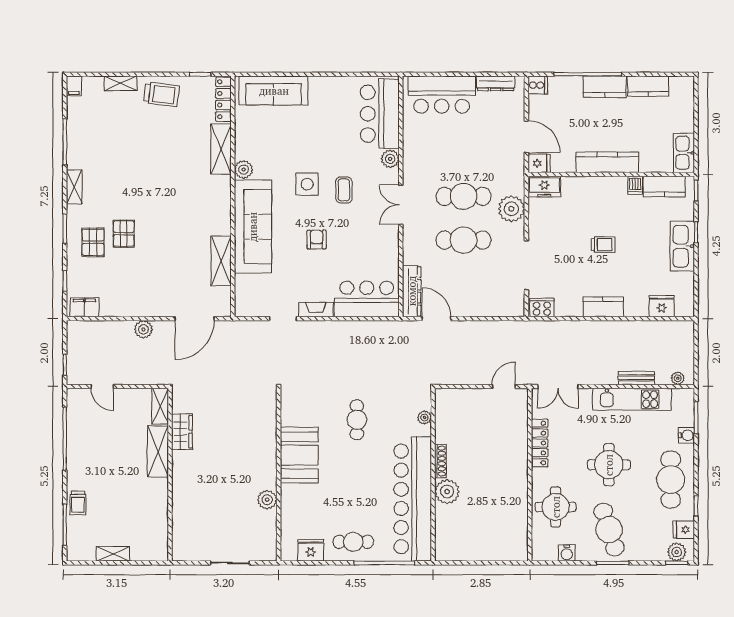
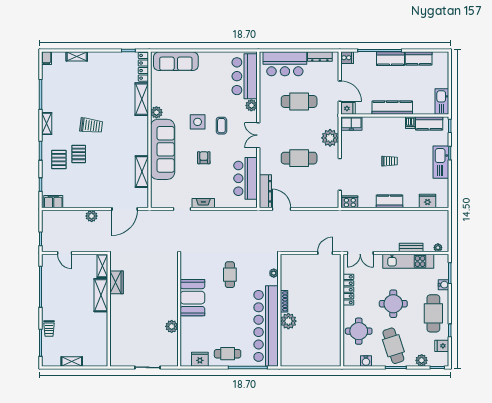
trolley: (161, 94) -> (91, 126), moved
cafe table: (464, 196) -> (299, 101), moved
bar counter: (367, 299) -> (246, 178), moved, turned -90
plant: (677, 552) -> (422, 360), moved

